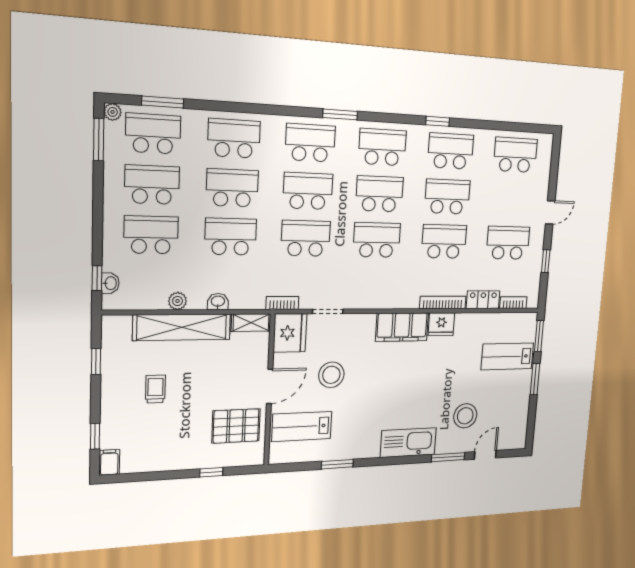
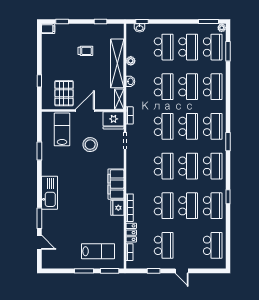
lab bench: (507, 356) -> (98, 251), turned 90
door: (270, 386) -> (85, 110), swing flipped
stool: (465, 416) -> (64, 227), removed

